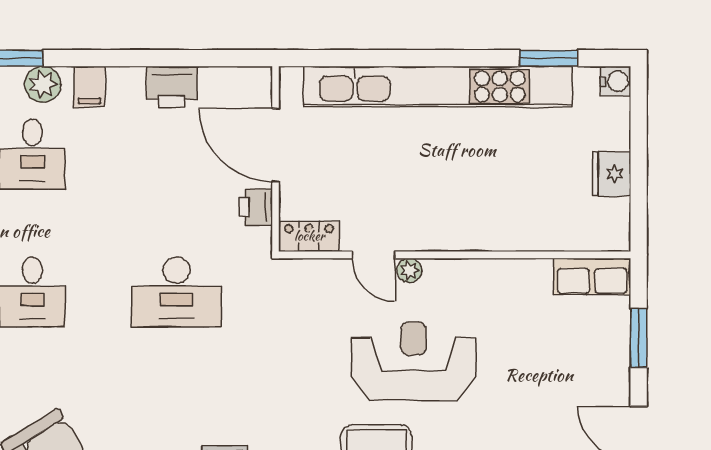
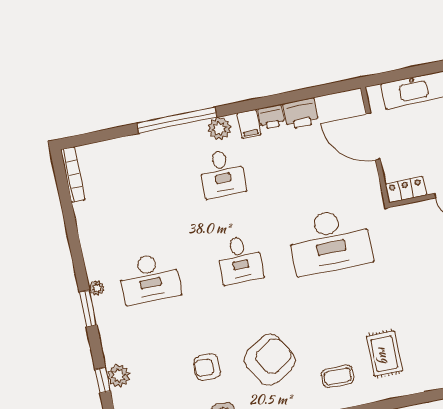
printer: (256, 207) -> (271, 117), moved, turned -90
desk: (176, 292) -> (330, 241), width x1.36, depth x1.30

